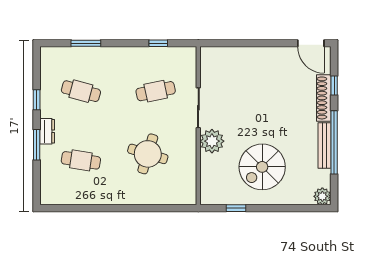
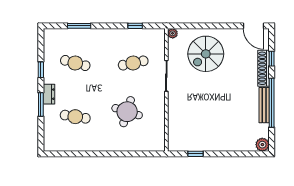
plant: (212, 141) -> (173, 33), moved, width x0.53, depth x0.53
spiral stairs: (262, 167) -> (206, 54), moved

